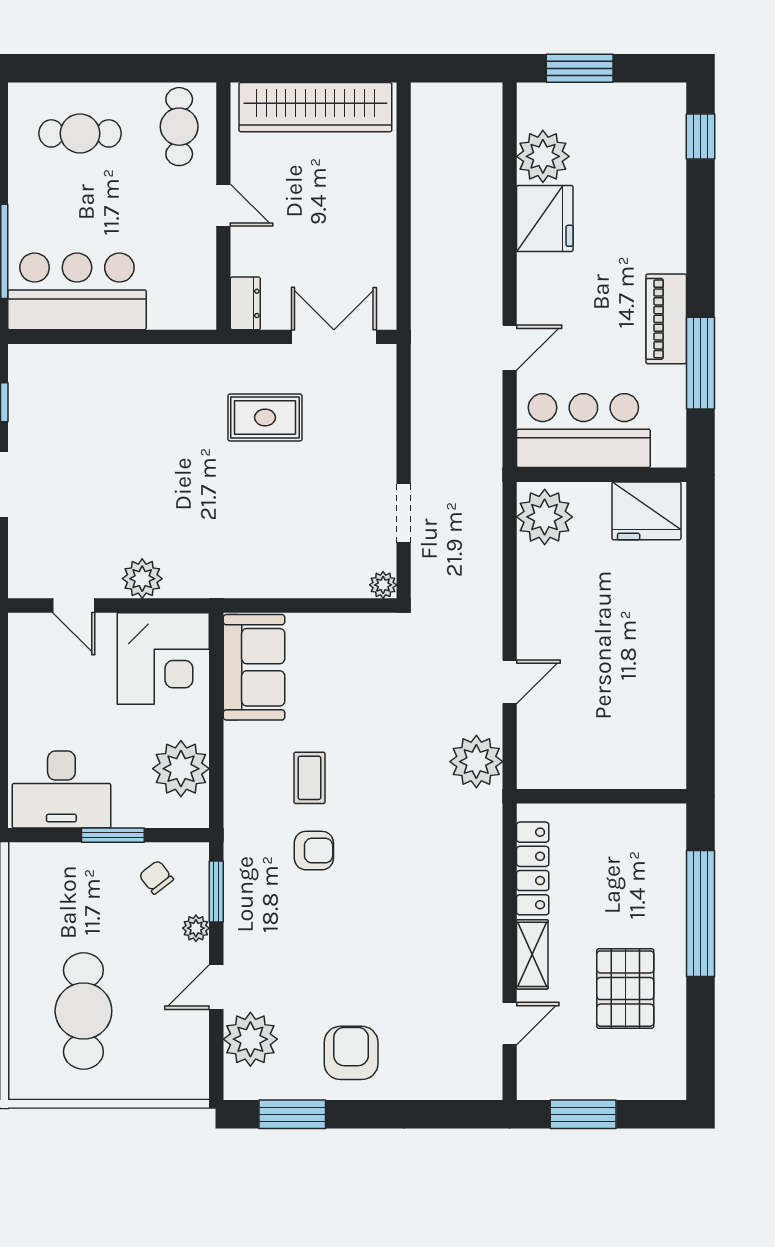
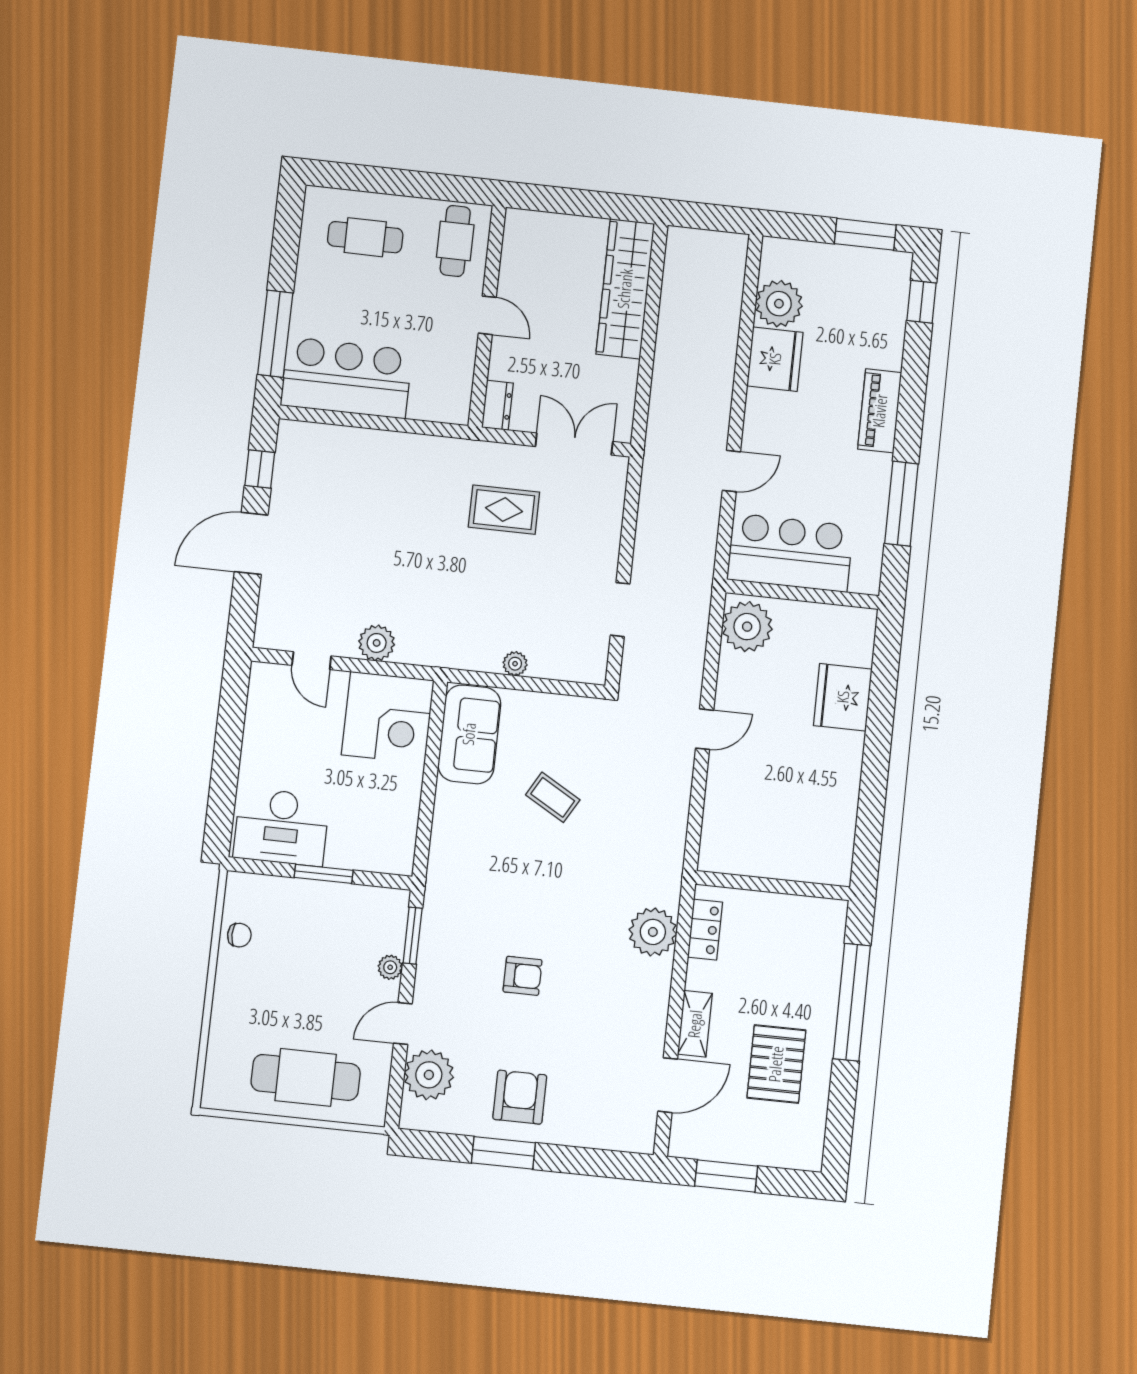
window: (580, 68) -> (865, 234), moved
wardrobe: (315, 107) -> (625, 289), moved, turned 90
piano: (666, 319) -> (880, 411), moved
fridge: (646, 511) -> (843, 697), moved, turned 90
plant: (383, 585) -> (515, 664), moved
door: (510, 682) -> (705, 729), moved
plant: (476, 762) -> (653, 932), moved
plant: (181, 769) -> (393, 820), removed
coffee table: (309, 778) -> (553, 797), moved, turned -60
armchair: (314, 851) -> (523, 976), moved
locker: (533, 868) -> (705, 930), width x0.66
chair: (156, 877) -> (239, 935), moved, turned 128
cafe table: (83, 1011) -> (306, 1077), moved, turned 90
door: (510, 1024) -> (668, 1085), width x1.37
window: (292, 1114) -> (503, 1153), moved

